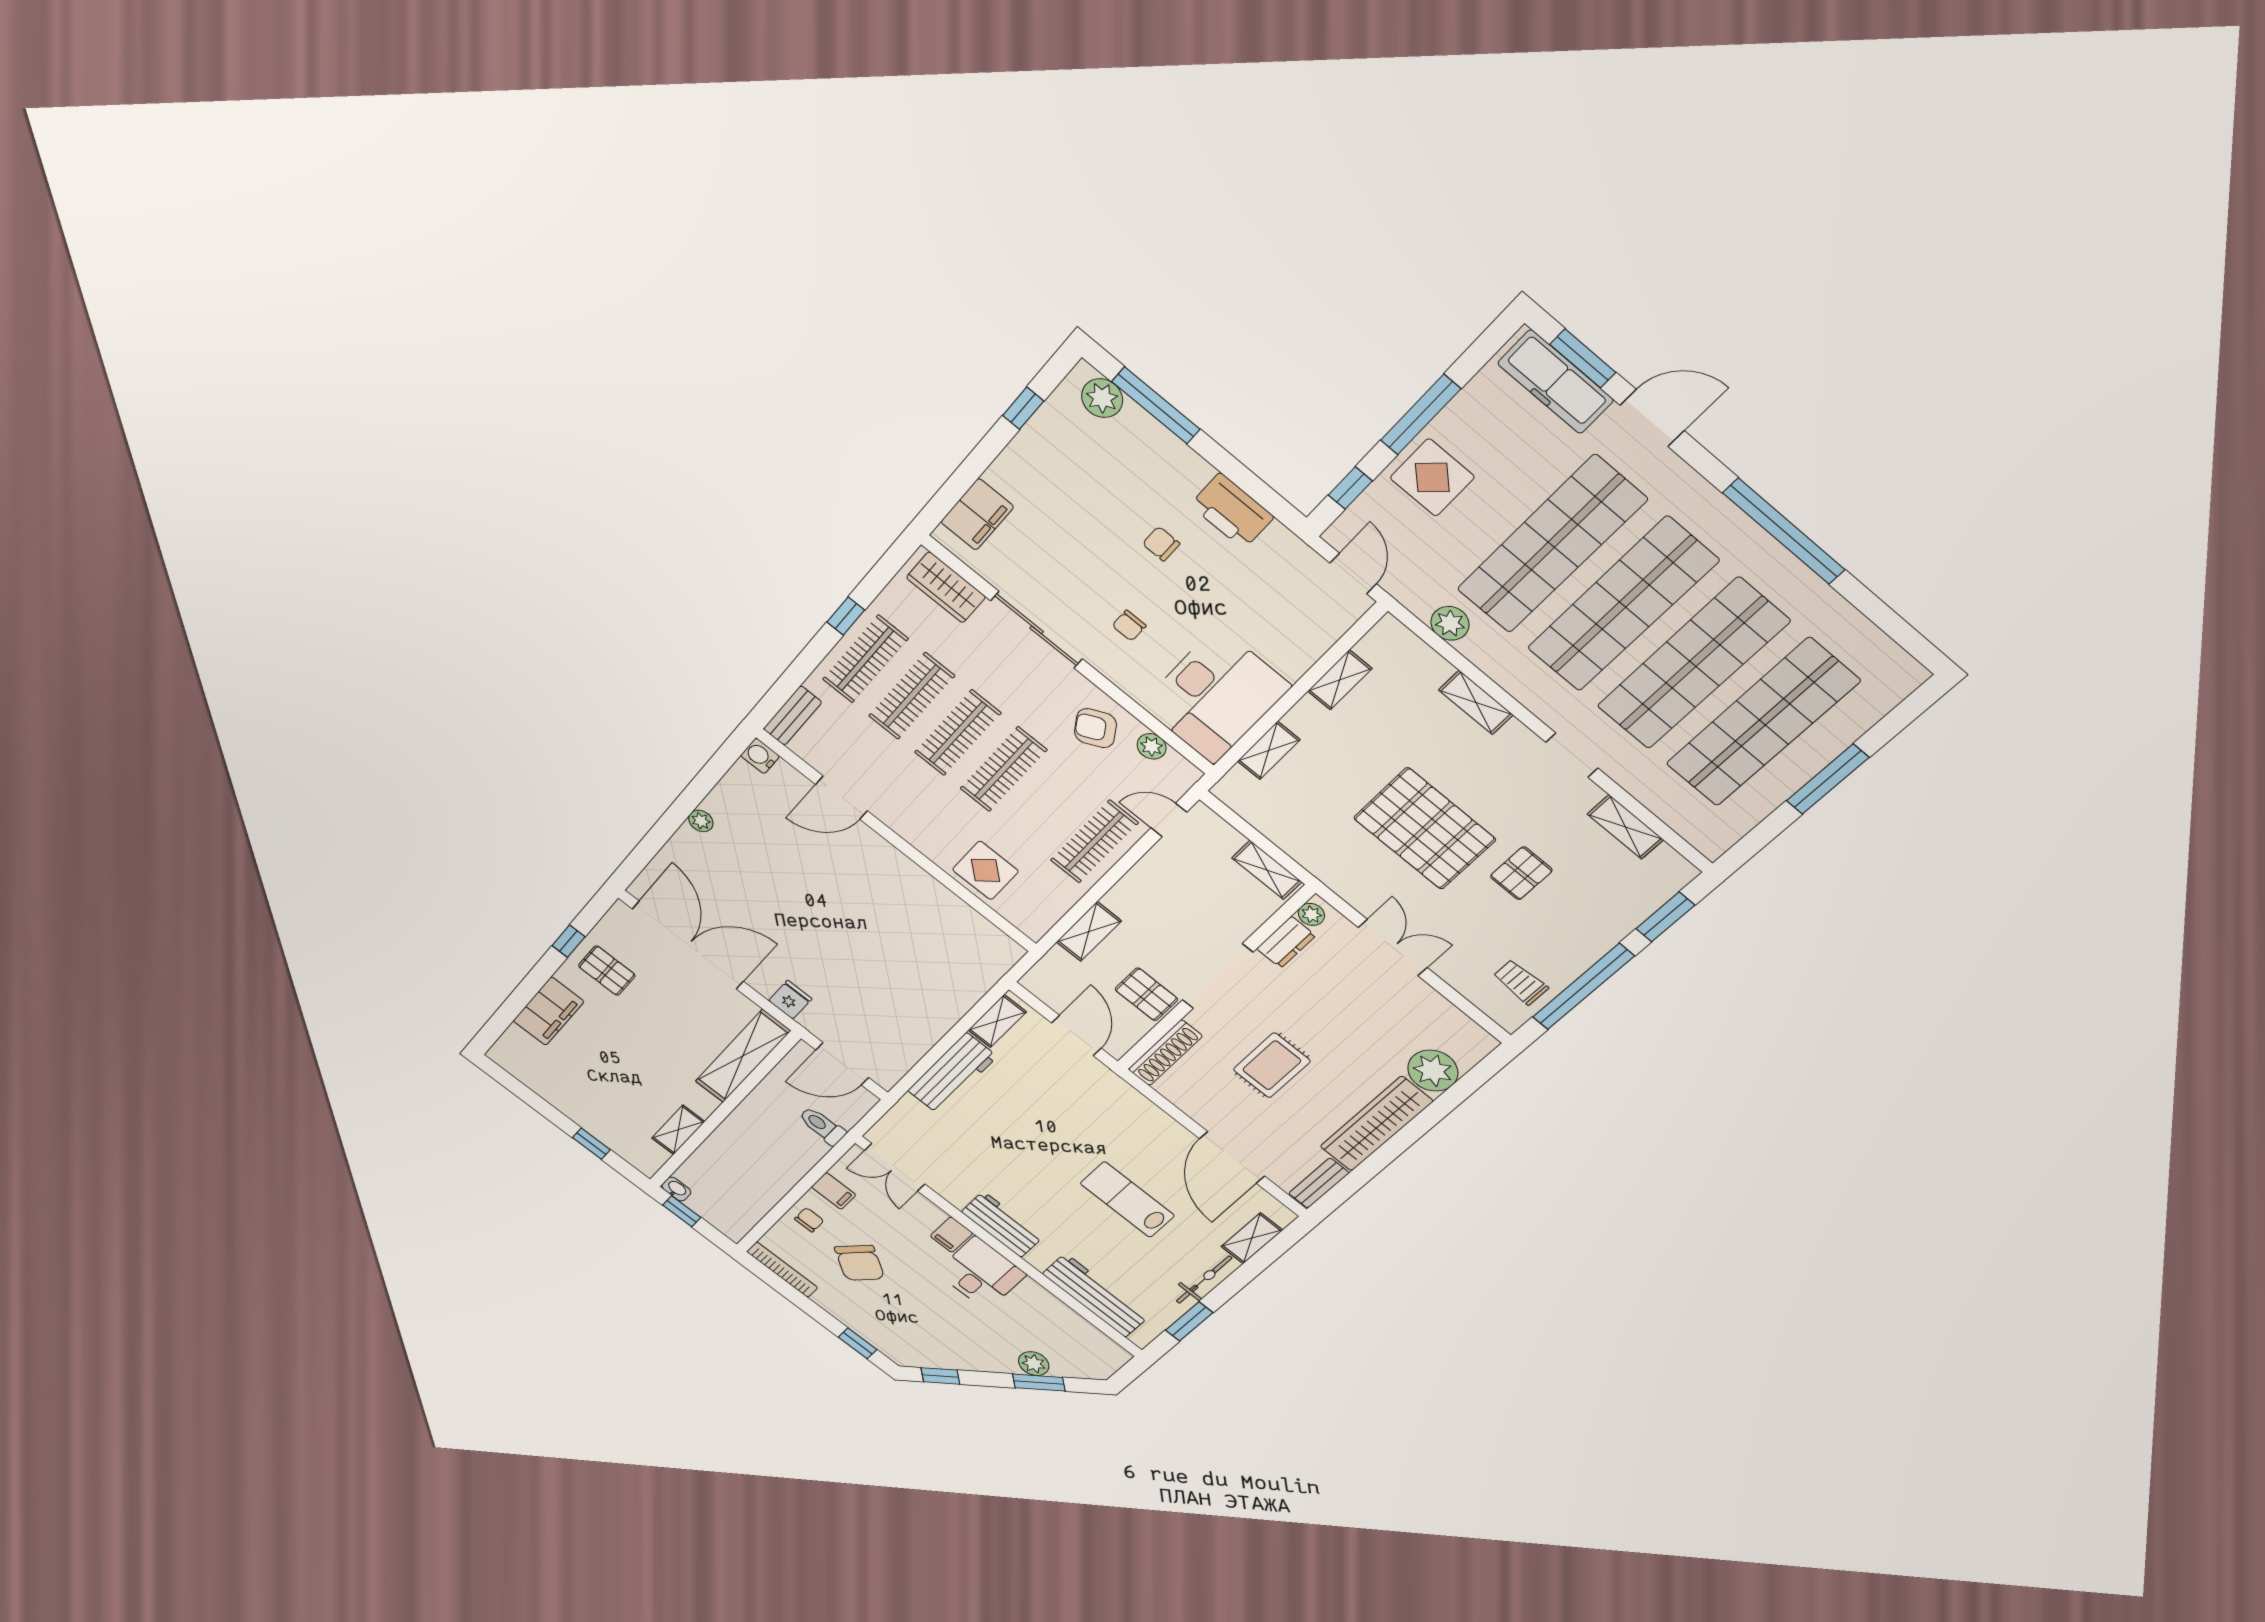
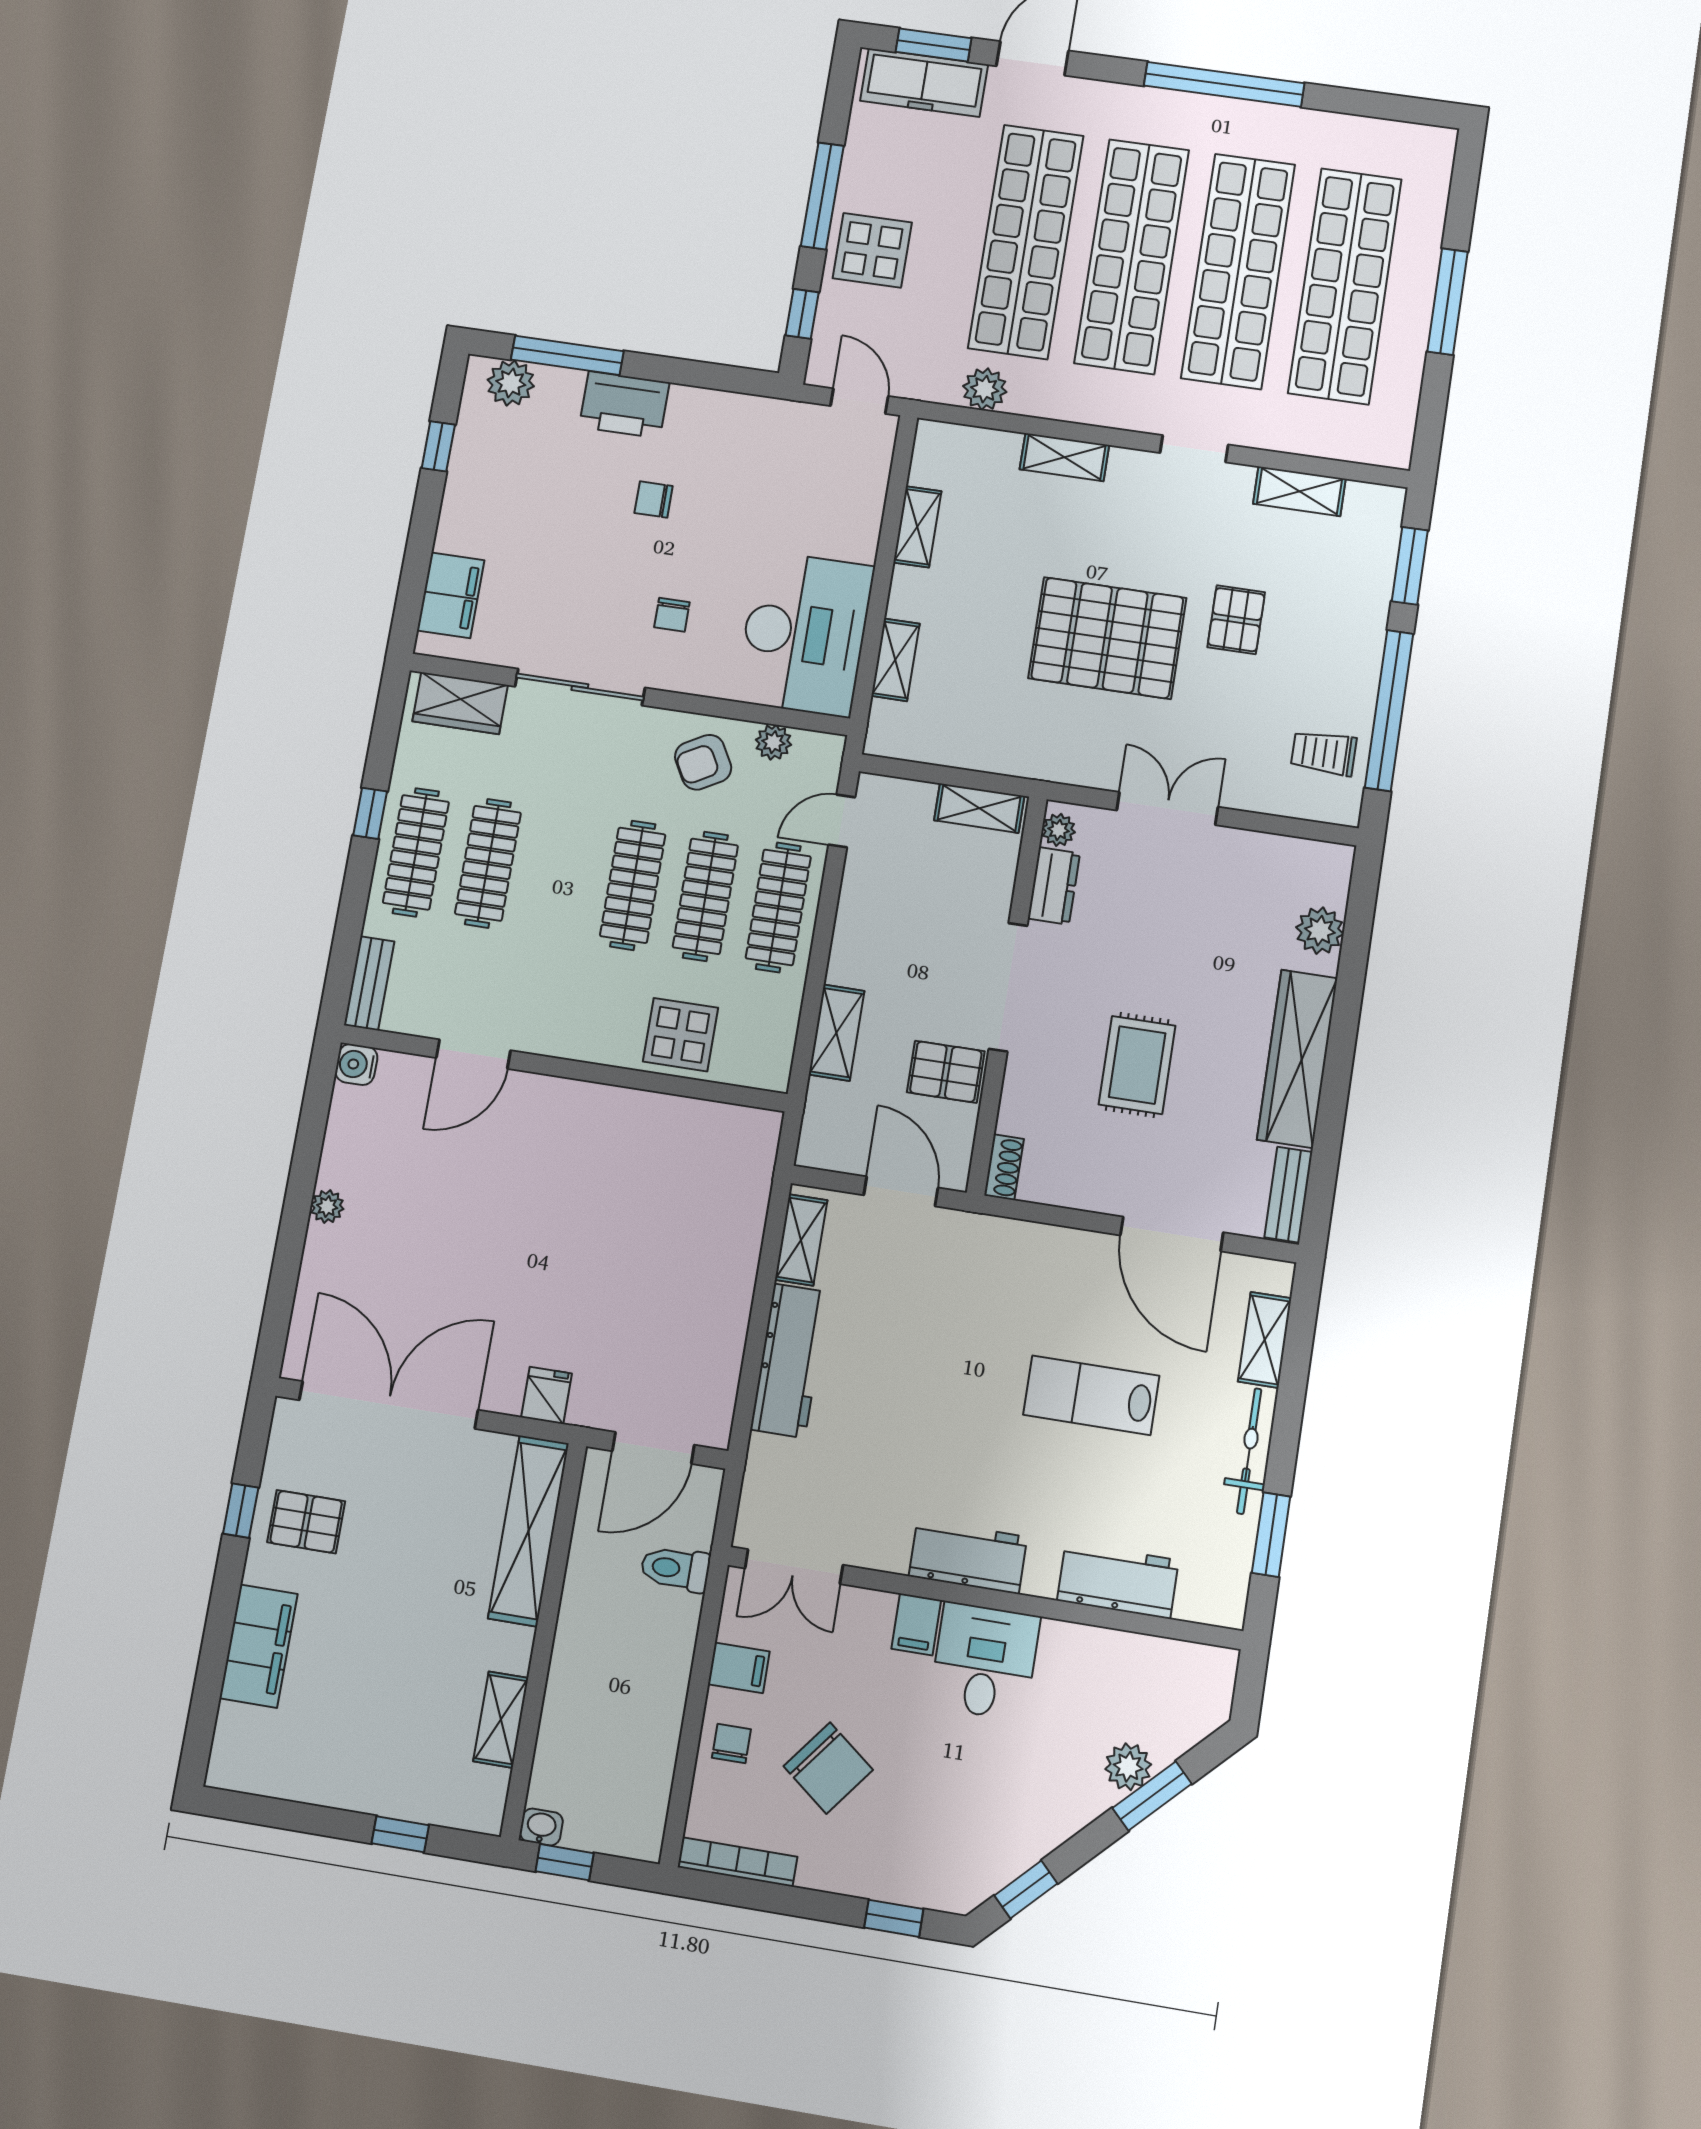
printer: (1232, 511) -> (624, 405), moved
clothes rail: (958, 733) -> (705, 896), moved
shoe rack: (1165, 1053) -> (1004, 1167), width x0.51, depth x0.81
plant: (1433, 1071) -> (1320, 931), width x0.73, depth x0.73
workbench: (1096, 1295) -> (1118, 1580), width x0.73

